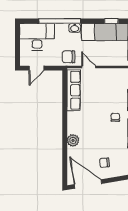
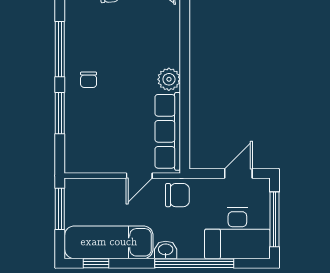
window: (18, 44) -> (274, 219), added
door: (89, 67) -> (139, 176), hinge flipped
plant: (73, 140) -> (169, 79), moved

